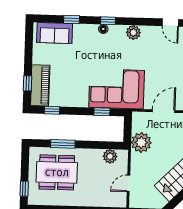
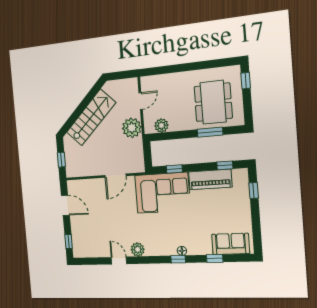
plant: (133, 33) -> (138, 249), moved
piano: (40, 85) -> (210, 179), moved, turned -90
plant: (141, 142) -> (132, 128), moved
dining table: (57, 172) -> (213, 102), turned 90

